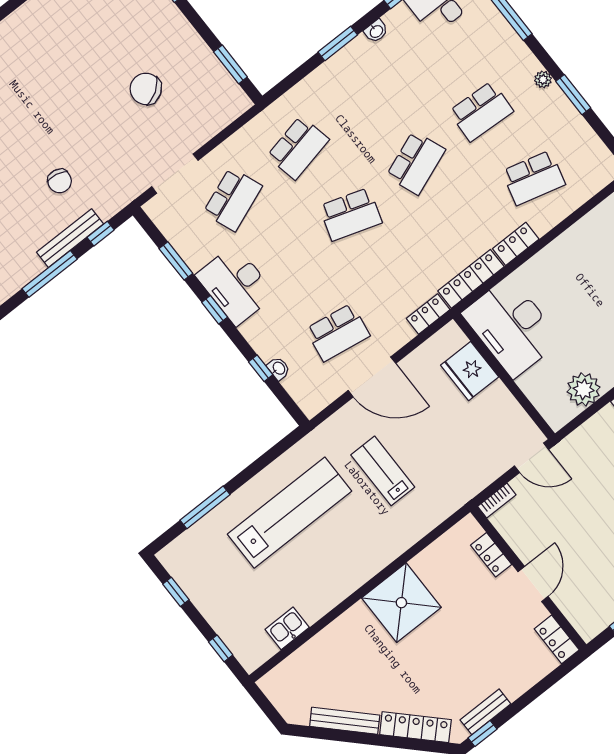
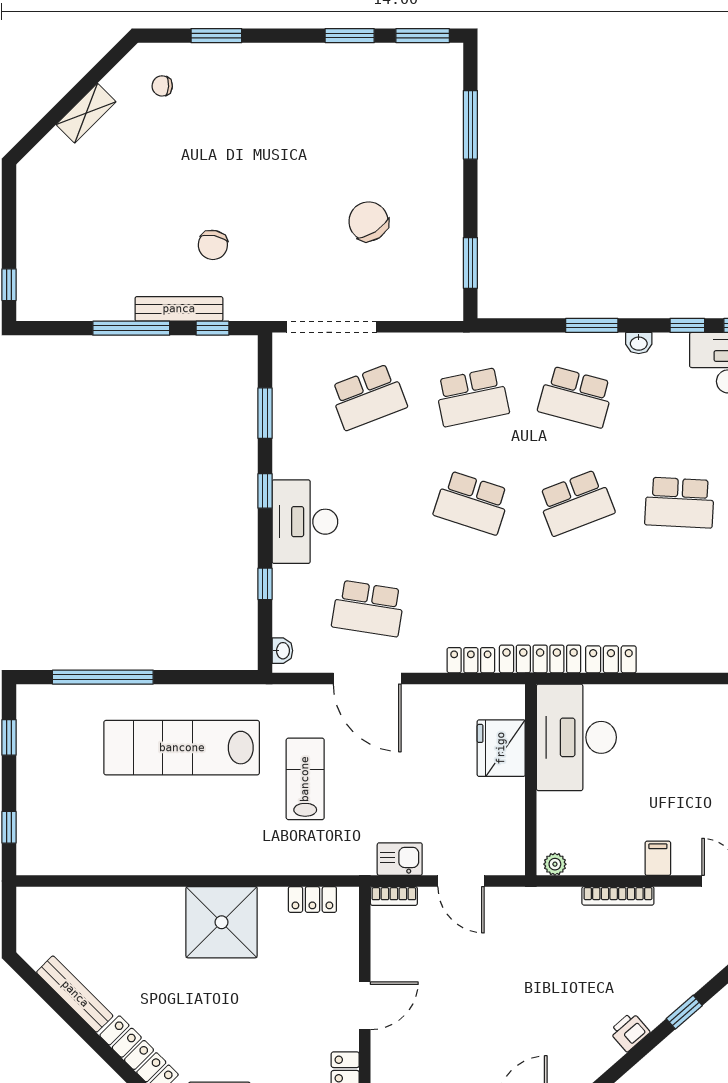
doorway: (175, 174) -> (332, 327), width x1.36
school desk: (534, 178) -> (576, 397), moved
desk: (236, 285) -> (305, 522), moved
desk: (512, 327) -> (576, 737), moved
washbasin: (279, 368) -> (282, 651), moved
fridge: (470, 371) -> (501, 748), moved
wall: (504, 376) -> (531, 780), moved
plant: (584, 389) -> (555, 864), width x0.53, depth x0.53
window: (205, 507) -> (103, 677), width x1.46
lab bench: (290, 513) -> (182, 748), turned 180
locker: (491, 555) -> (312, 899), moved, turned -90
kitchen sink: (287, 628) -> (400, 859), moved

